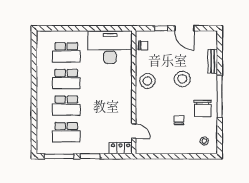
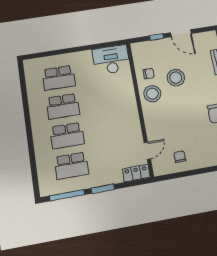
chair: (143, 45) -> (149, 74), moved
desk: (110, 47) -> (111, 60), width x0.73, depth x0.77
stool: (182, 79) -> (176, 78), moved
chair: (179, 120) -> (180, 157), moved
door: (134, 131) -> (147, 151), hinge flipped

